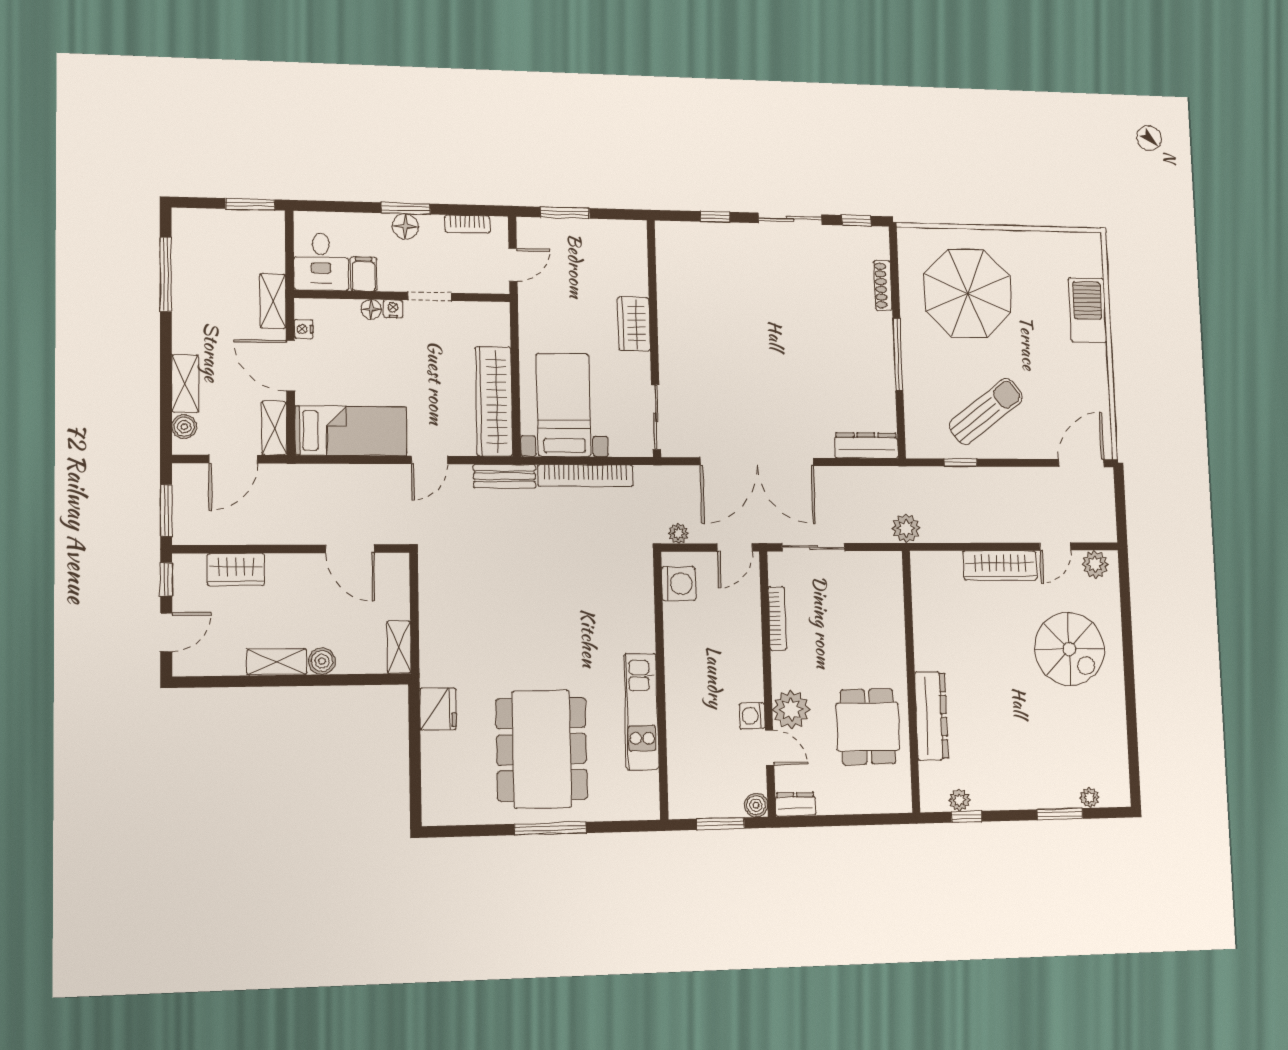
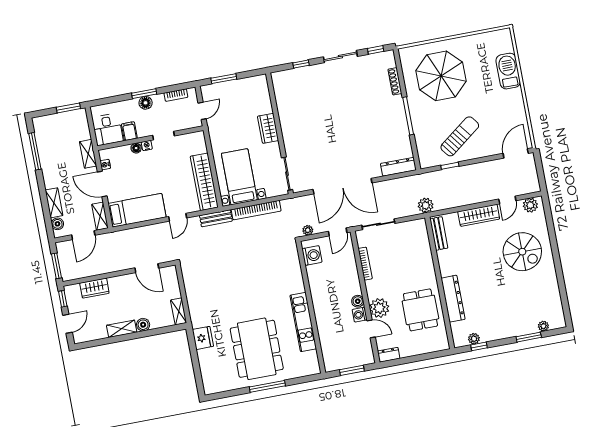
bench: (922, 586) -> (439, 233), added
boiler: (756, 805) -> (358, 301), moved

